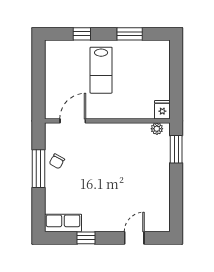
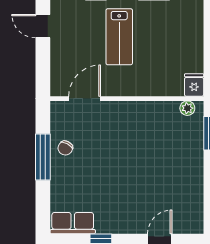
door: (38, 61) -> (43, 26), added

